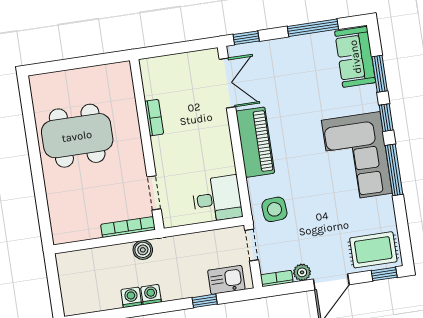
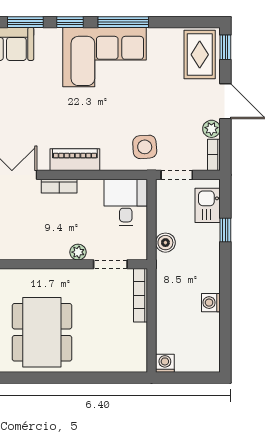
bookcase: (154, 118) -> (59, 186), moved, turned 180
piano: (255, 142) -> (75, 160), width x0.73, depth x0.75
plant: (161, 159) -> (78, 252), added
boiler: (143, 250) -> (165, 243), moved
washing machine: (151, 294) -> (165, 363), moved, turned 90

